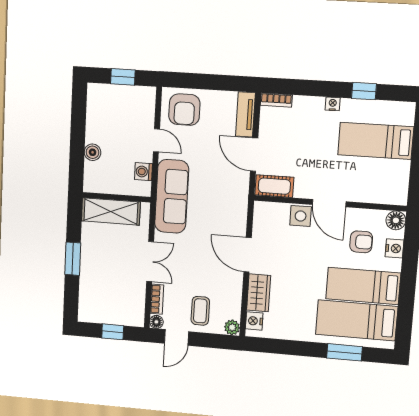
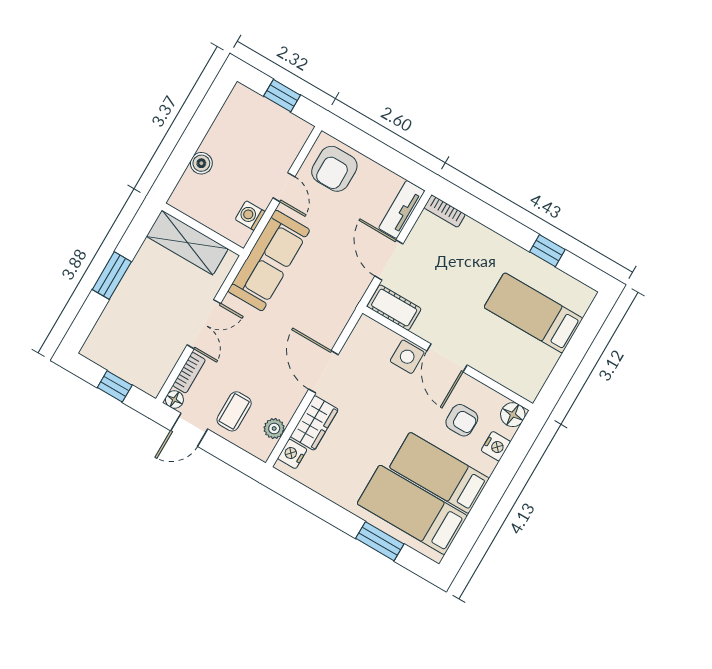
nightstand: (333, 104) -> (506, 247), removed
plant: (232, 327) -> (274, 428), moved

